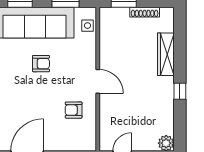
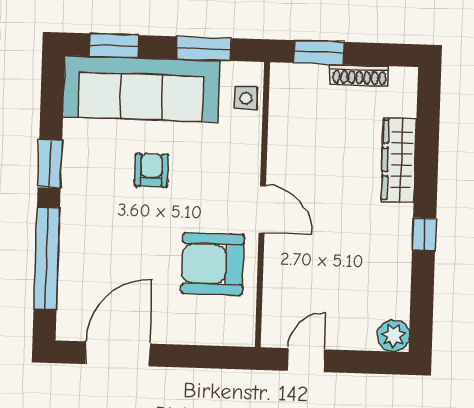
armchair: (41, 64) -> (151, 170), turned -90
armchair: (74, 110) -> (213, 264), width x1.88, depth x1.88

